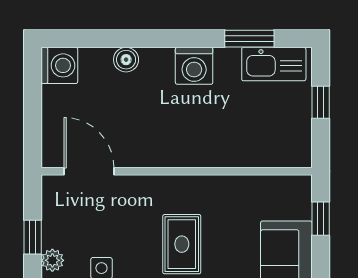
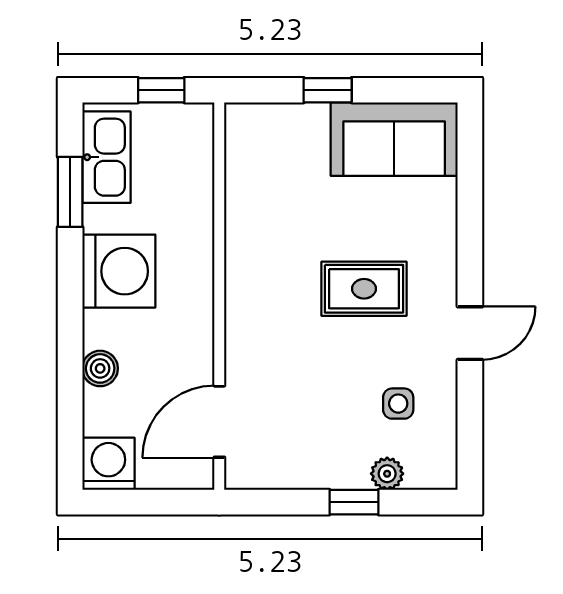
washing machine: (194, 66) -> (119, 271), width x1.37, depth x1.37
door: (89, 171) -> (219, 422), moved
wall: (177, 171) -> (219, 296), moved

